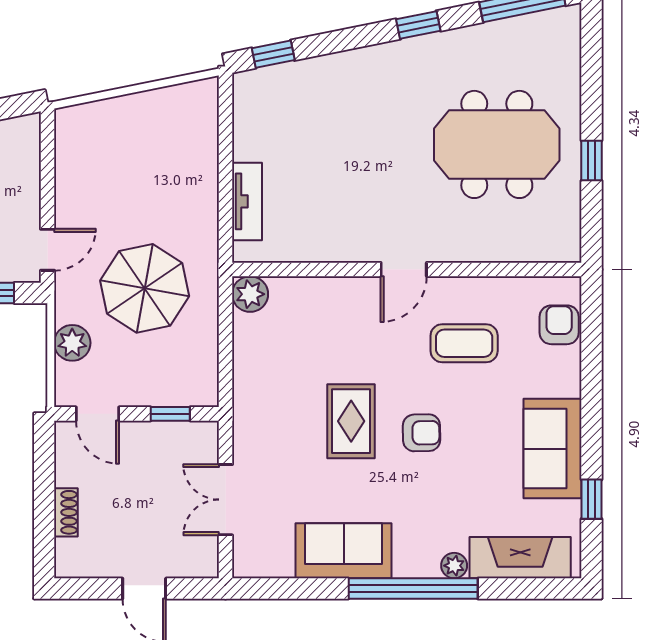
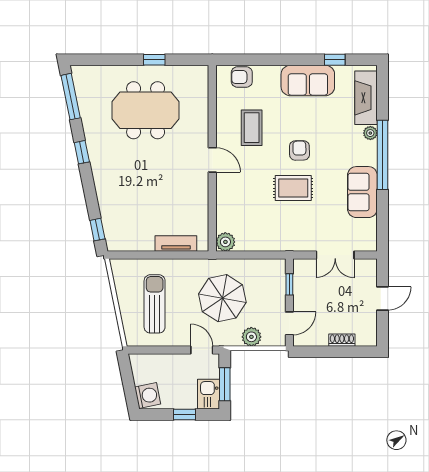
meeting table: (497, 144) -> (146, 110), turned 90
sun lounger: (134, 161) -> (155, 304), added

